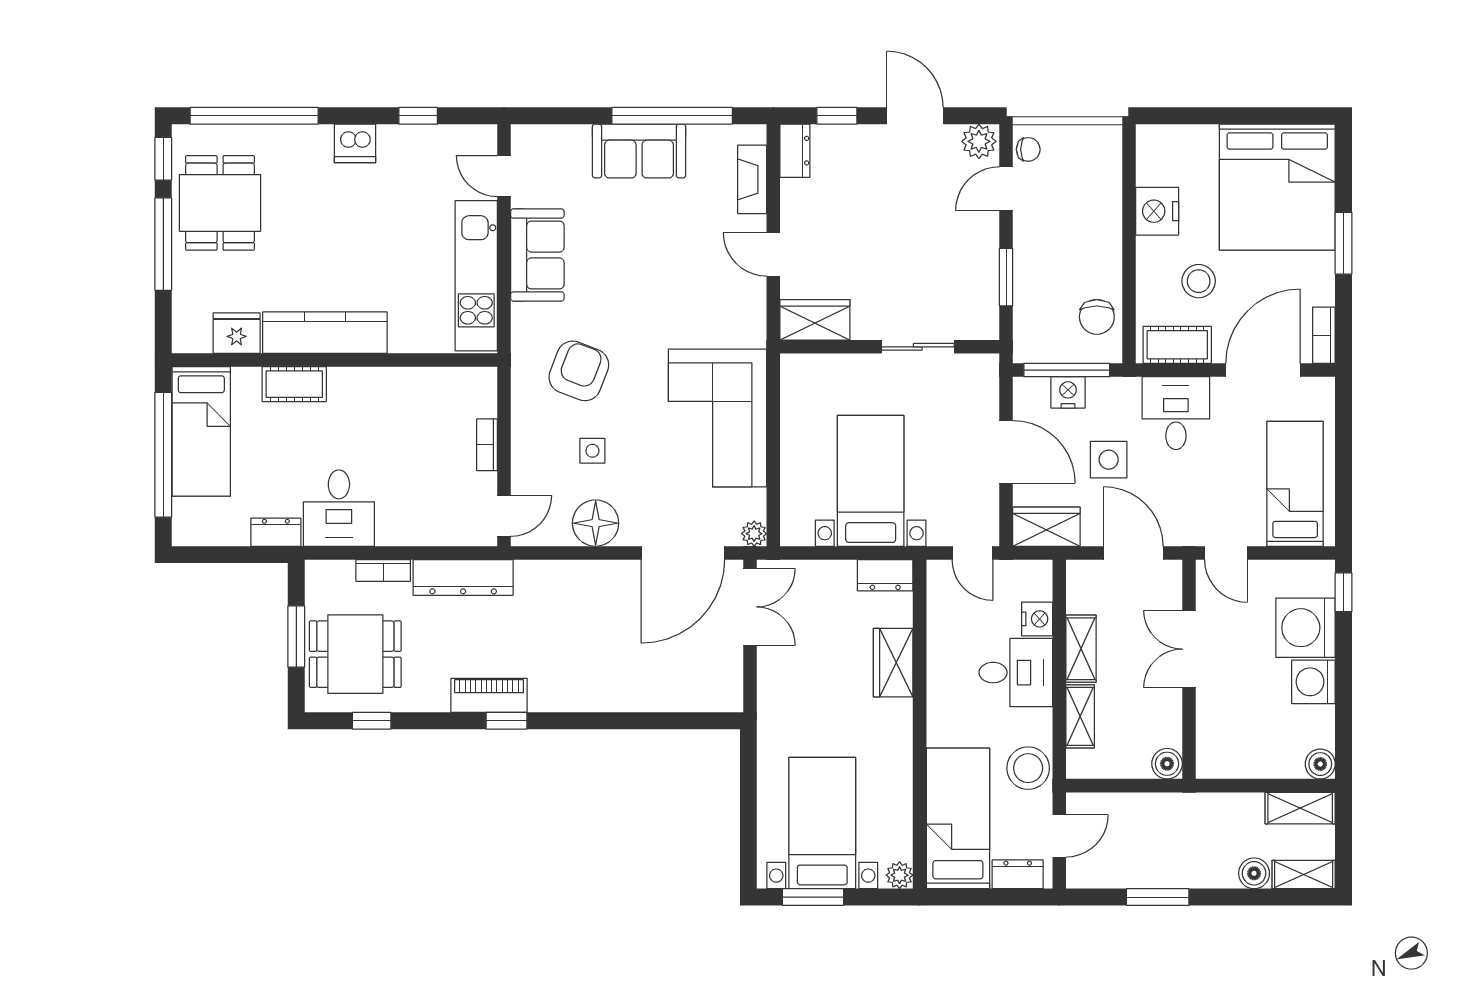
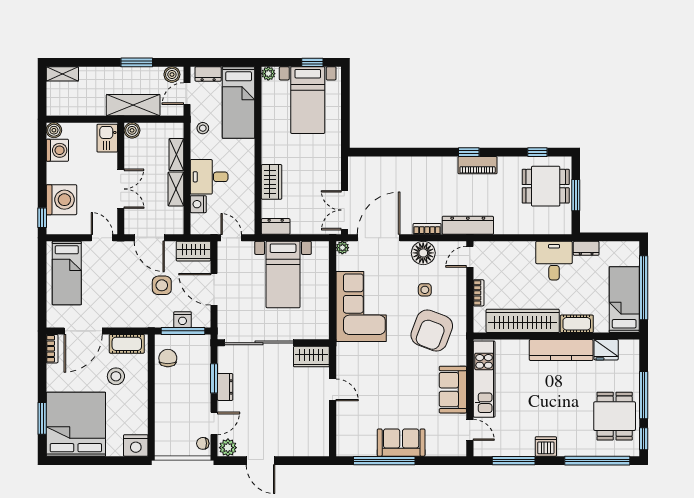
window: (418, 116) -> (514, 461), width x2.17
window: (837, 116) -> (300, 461), removed
dresser: (795, 151) -> (225, 387), moved, turned 180
fireplace: (752, 179) -> (343, 428), removed
nightstand: (1157, 211) -> (136, 445), moved, turned 90
window: (1344, 243) -> (42, 418), moved
sliding door: (918, 347) -> (259, 343), width x1.86
armchair: (579, 371) -> (432, 331), width x1.36, depth x1.36
wardrobe: (400, 390) -> (523, 321), added
desk: (1176, 413) -> (127, 309), removed
bookcase: (383, 570) -> (427, 229), moved
dresser: (463, 577) -> (468, 225), moved
washing machine: (1313, 682) -> (57, 150), moved
kitchen sink: (1216, 749) -> (107, 138), added
stool: (1028, 768) -> (203, 128), width x0.53, depth x0.53
shelving: (1300, 808) -> (133, 105), moved, width x1.50, depth x1.33
boiler: (1254, 873) -> (172, 75), moved
window: (813, 897) -> (312, 62), width x0.67

